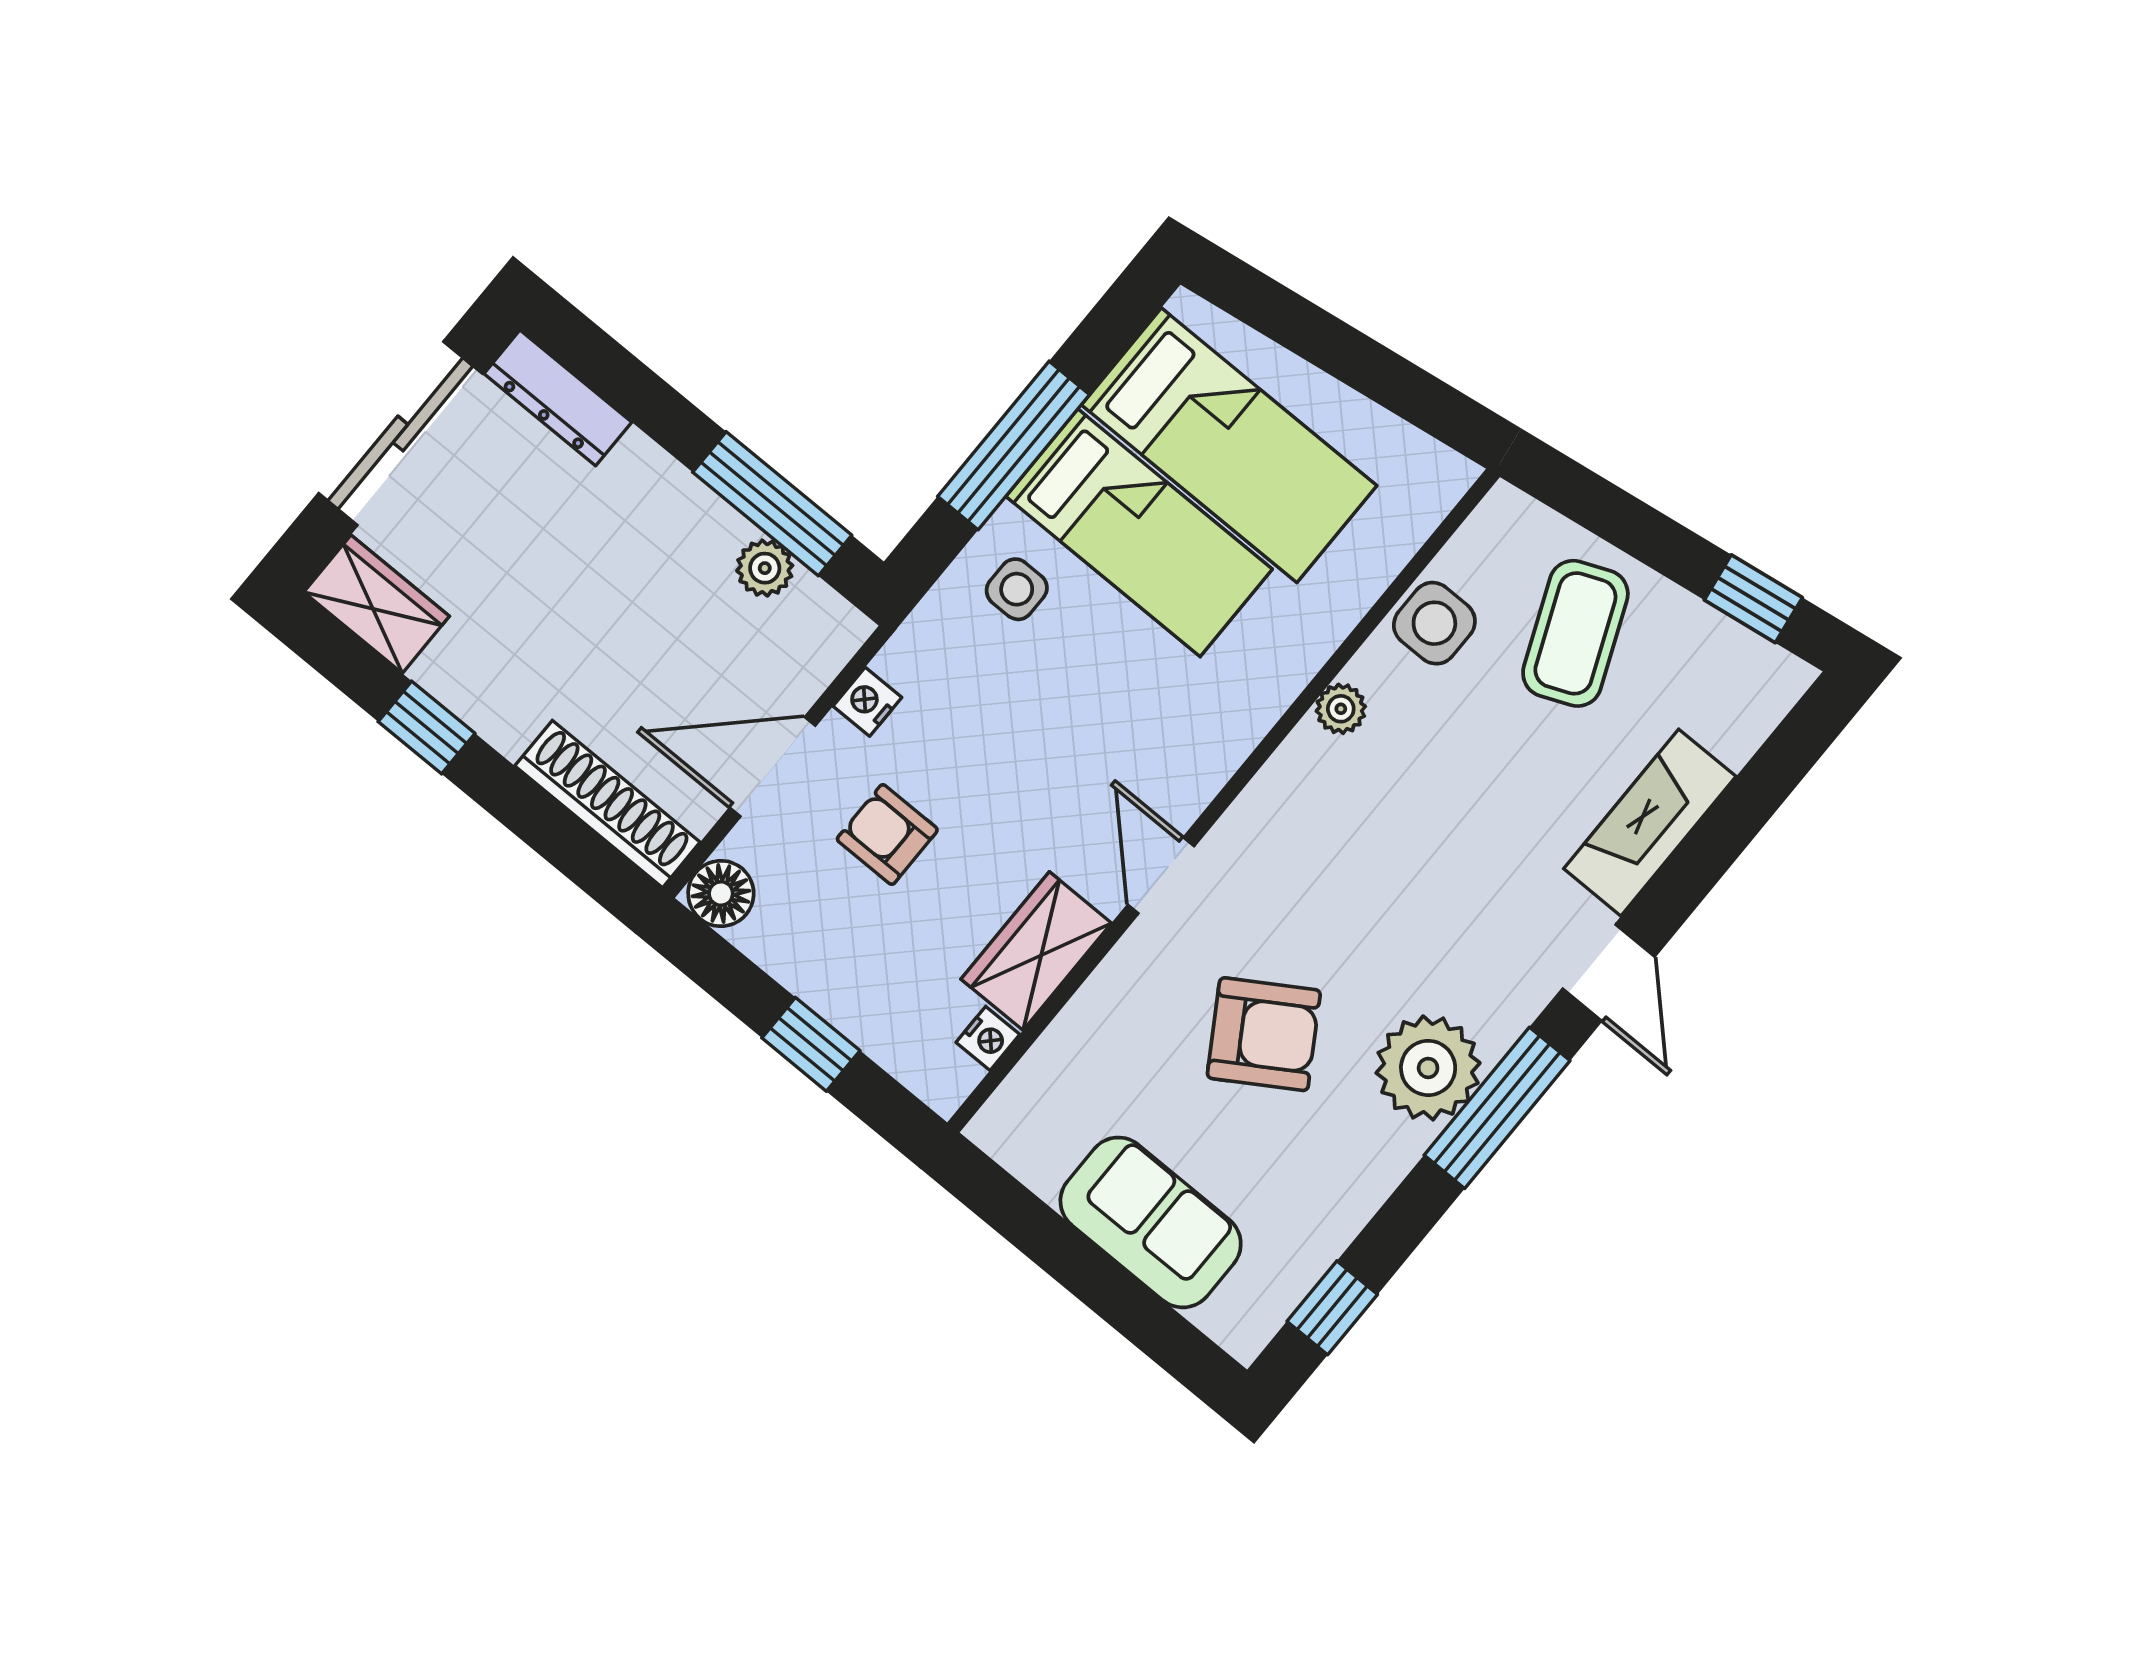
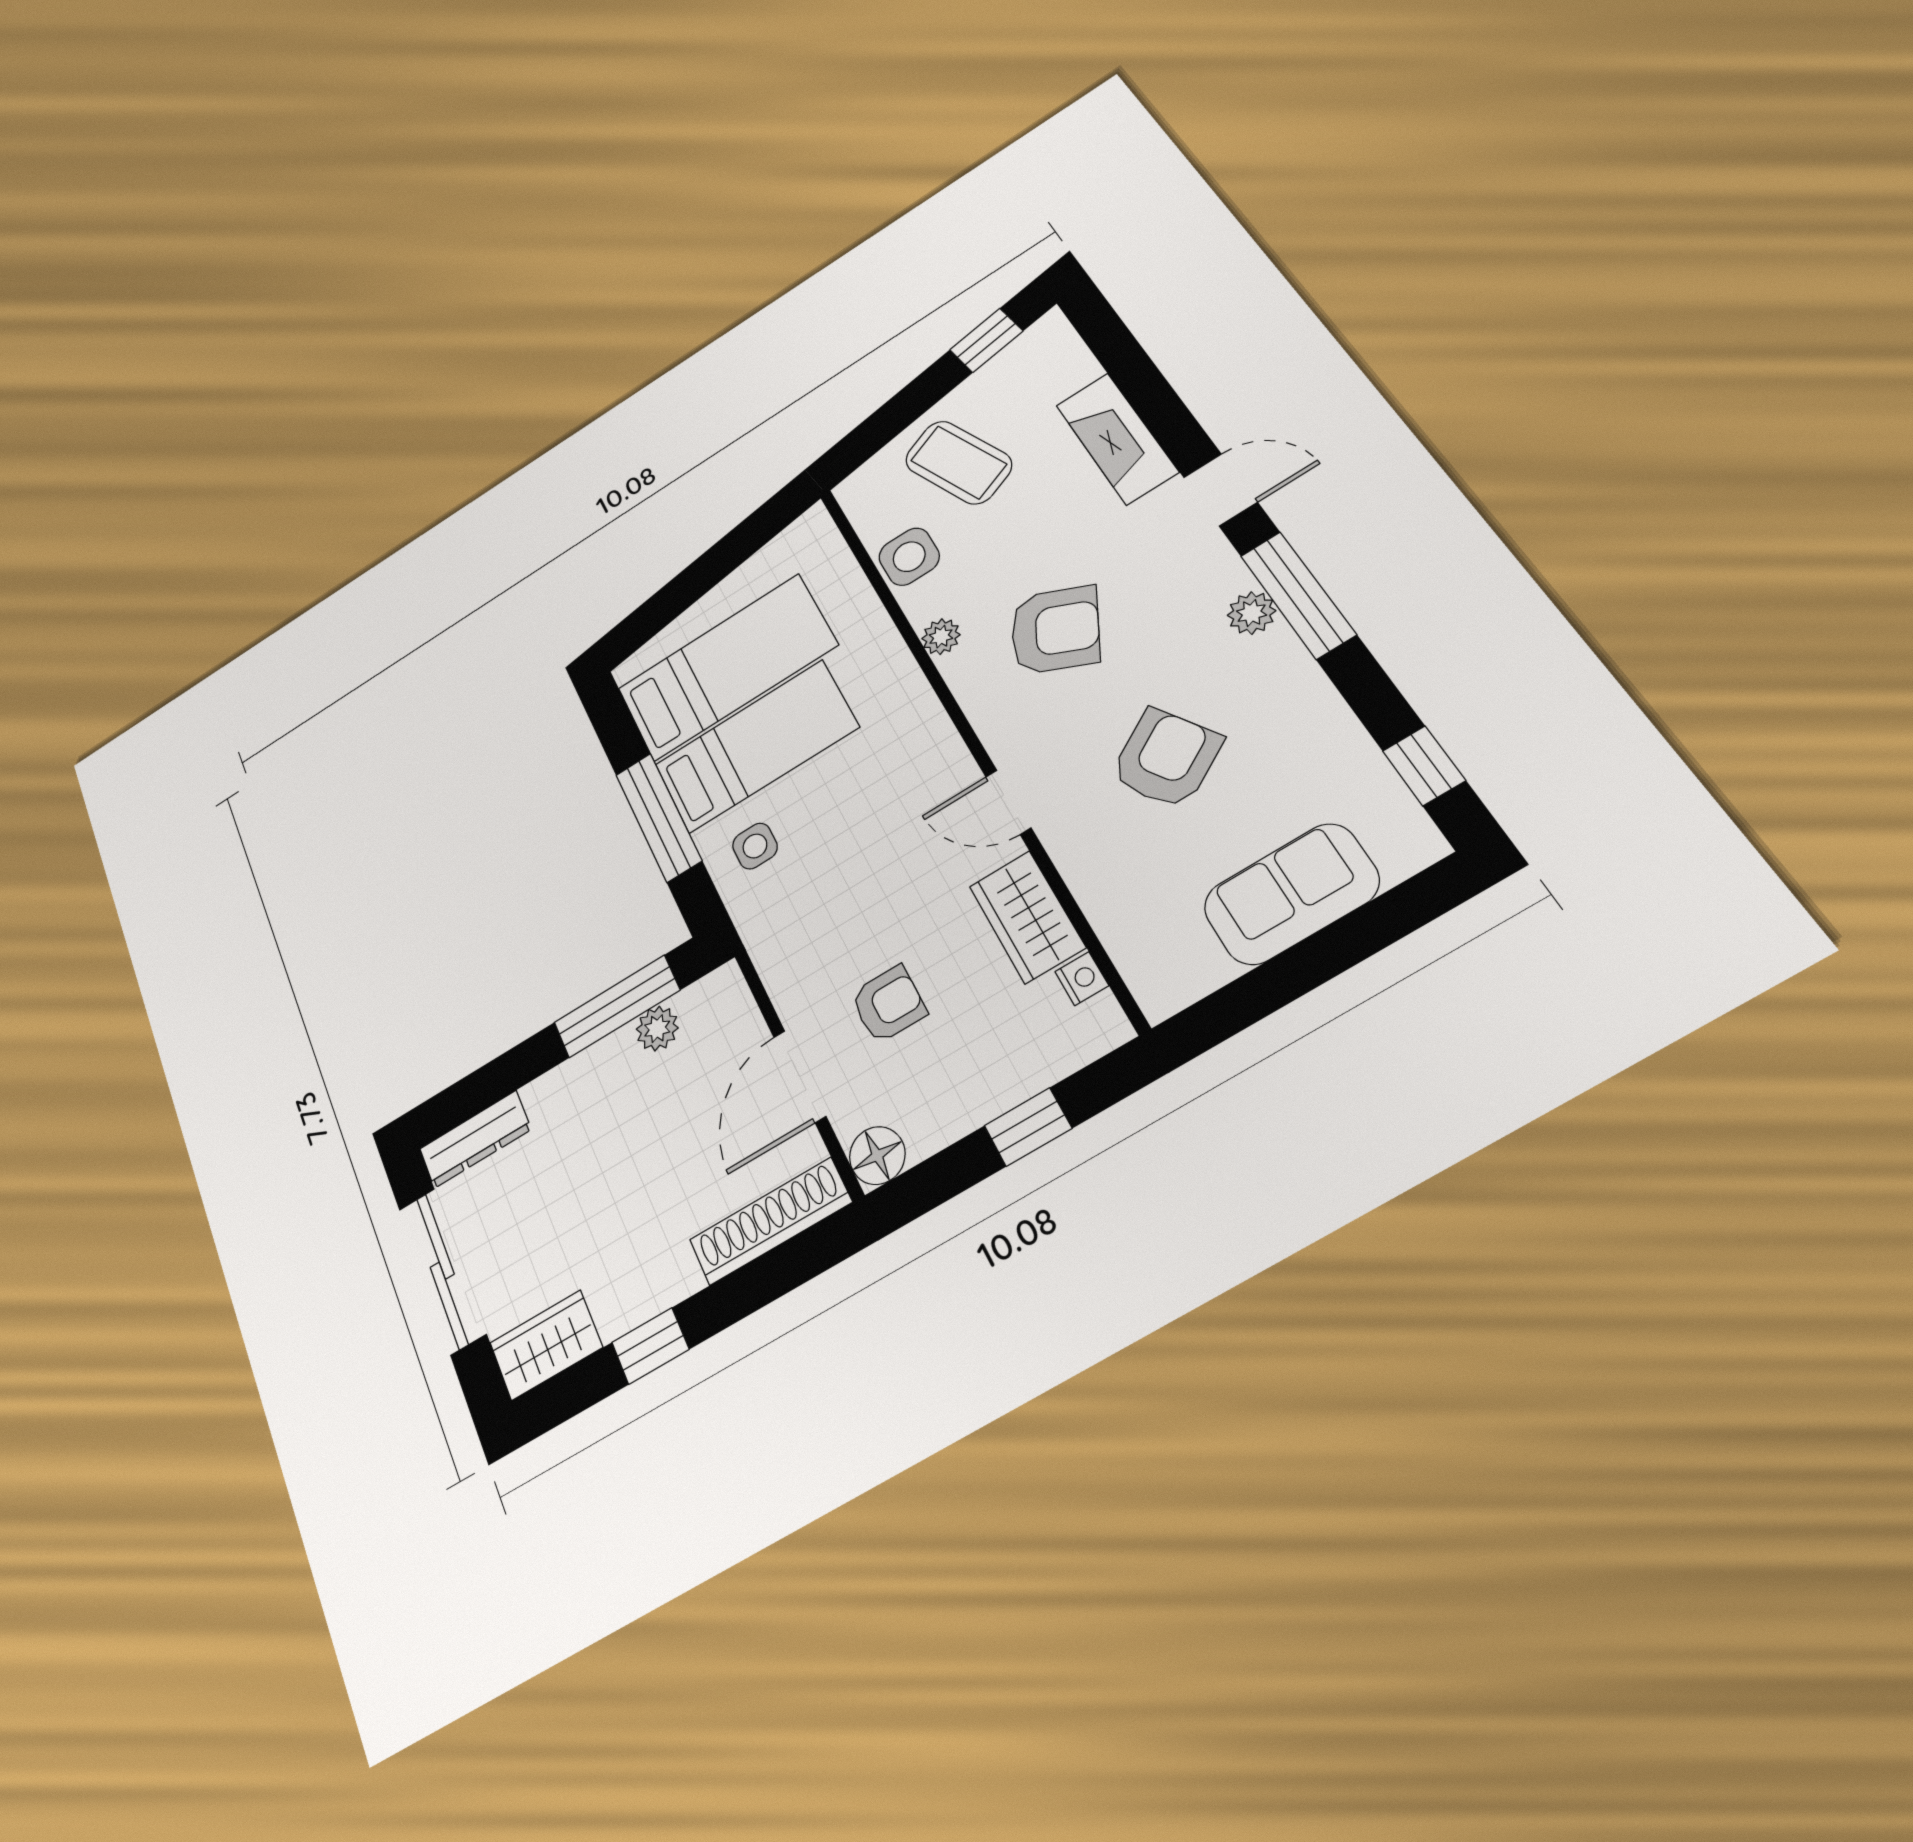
nightstand: (867, 702) -> (784, 985), removed
armchair: (887, 834) -> (888, 1004), turned 180
armchair: (1385, 846) -> (1055, 630), added
plant: (1428, 1068) -> (1252, 613), width x0.53, depth x0.53

